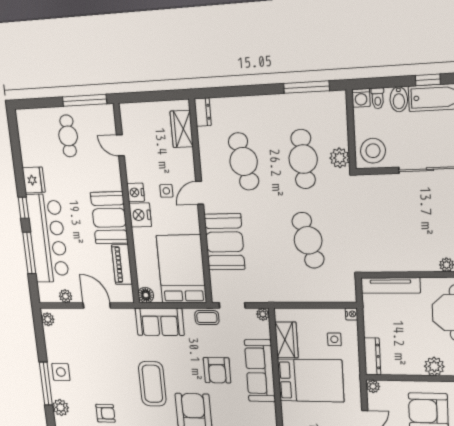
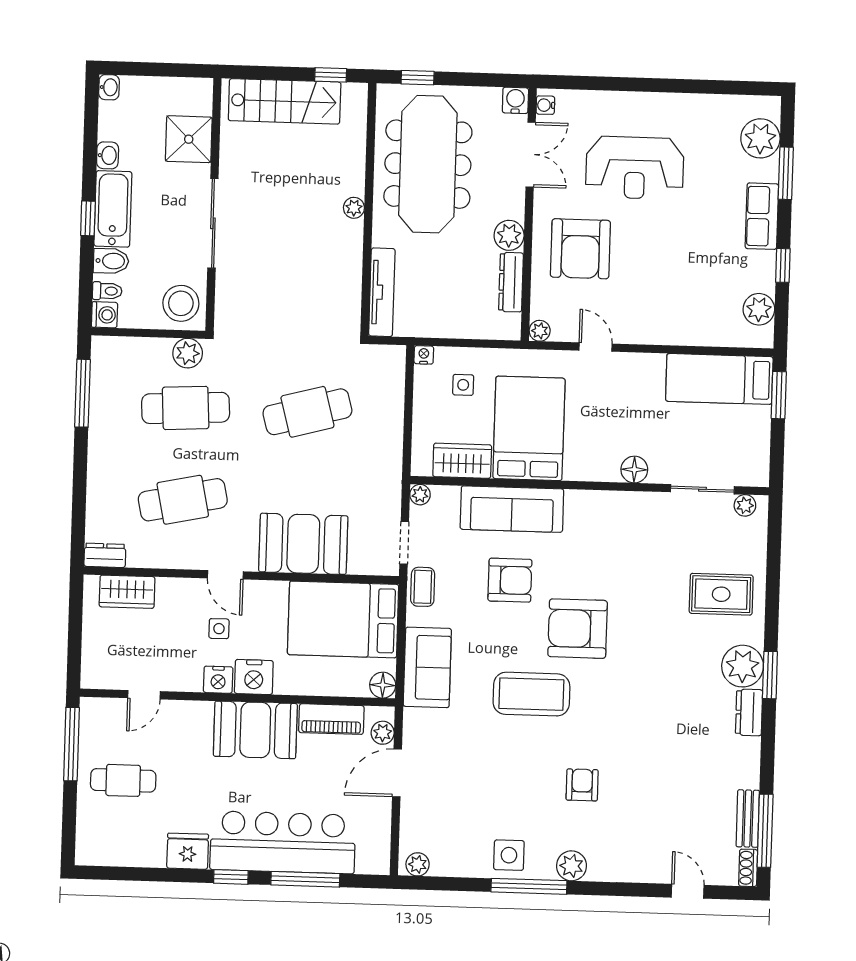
plant: (66, 296) -> (383, 733), moved
dresser: (372, 356) -> (511, 282), moved, turned -90

